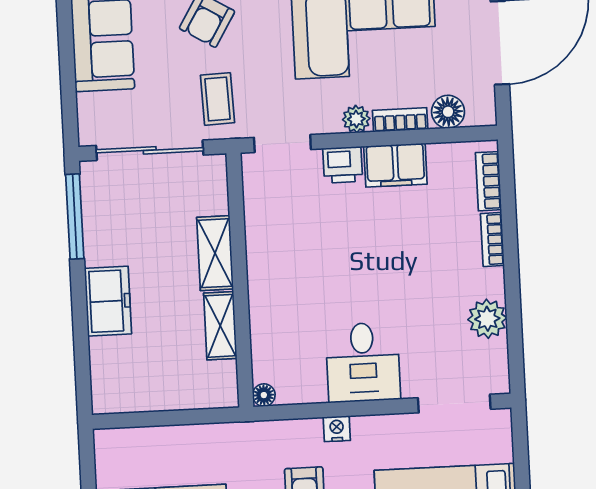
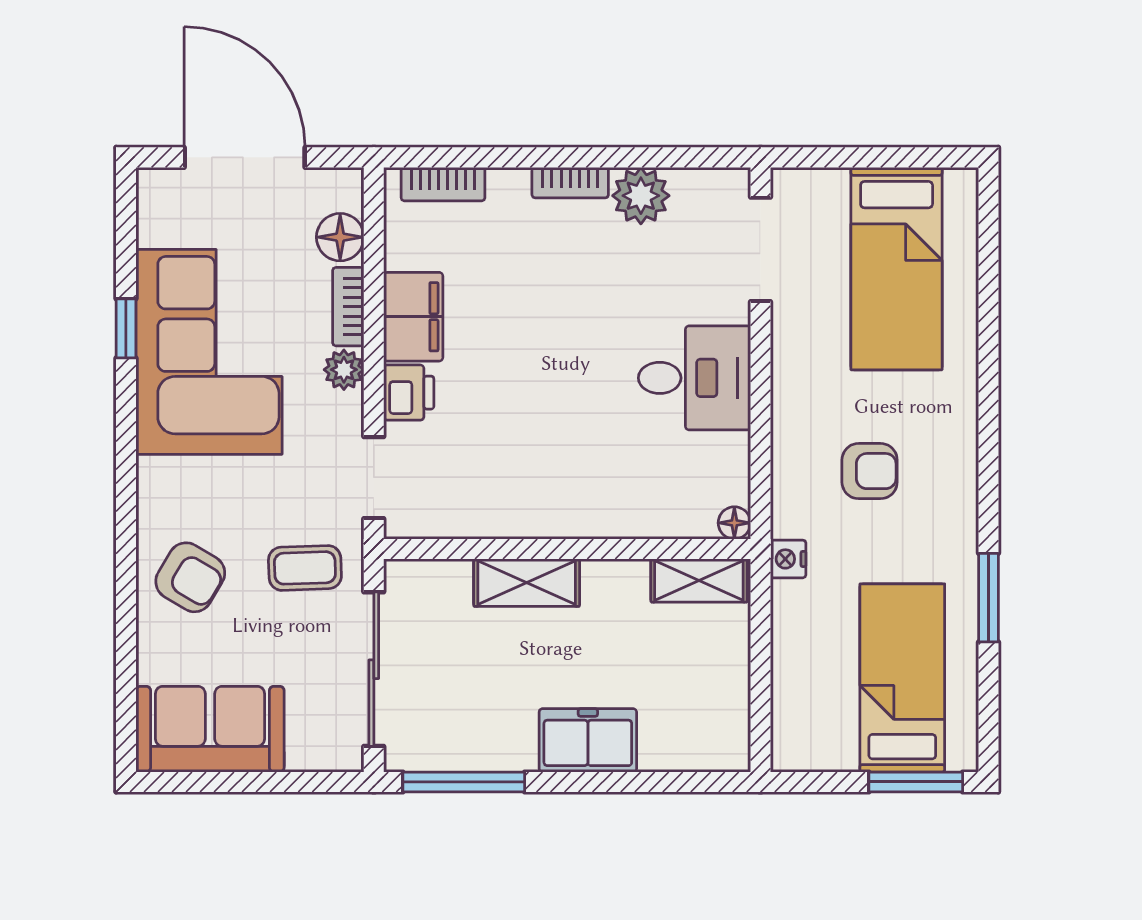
bookcase: (492, 240) -> (570, 183), moved
shelving: (220, 326) -> (699, 581), moved
nightstand: (337, 429) -> (788, 559), moved

